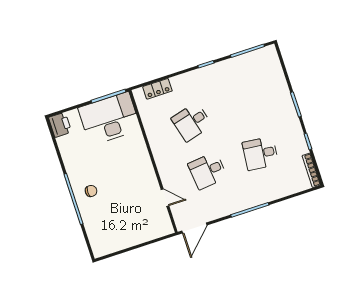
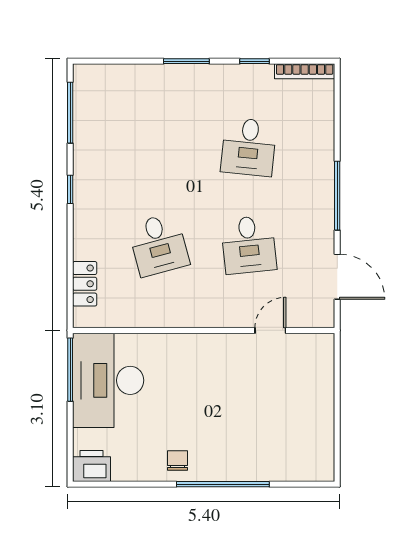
chair: (91, 191) -> (178, 461), moved
door: (194, 228) -> (337, 277), moved

